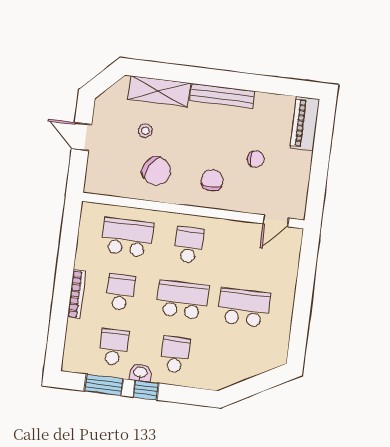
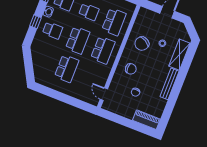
school desk: (189, 245) -> (103, 50), width x1.85
window: (146, 390) -> (36, 22), moved

